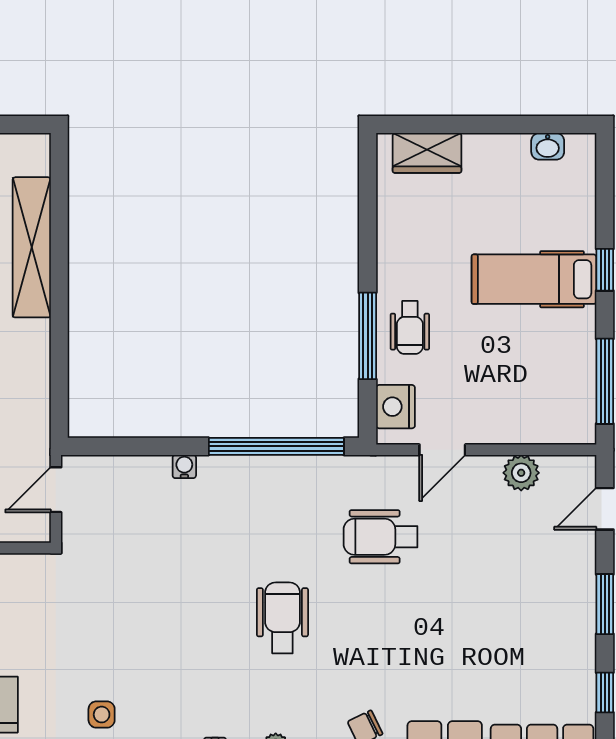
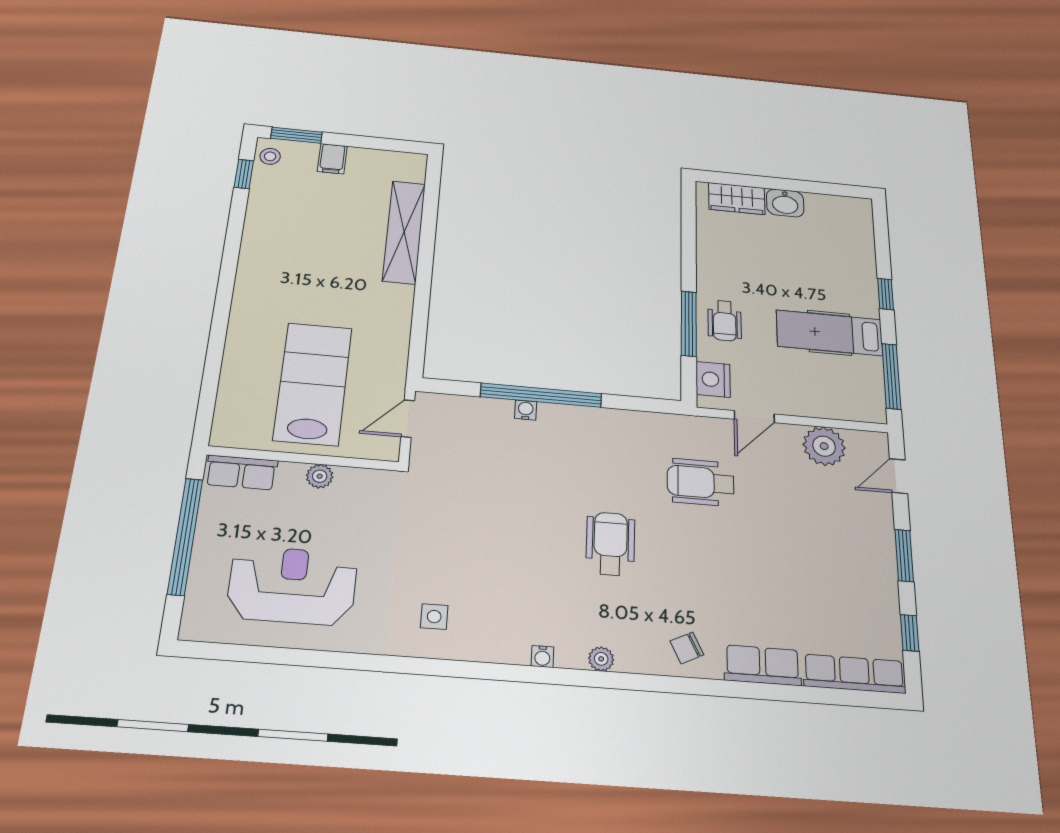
washbasin: (548, 146) -> (785, 203), moved, width x1.38, depth x1.45
hospital bed: (534, 279) -> (829, 333), moved
window: (276, 446) -> (541, 395), moved
plant: (521, 473) -> (824, 446), width x1.36, depth x1.36

